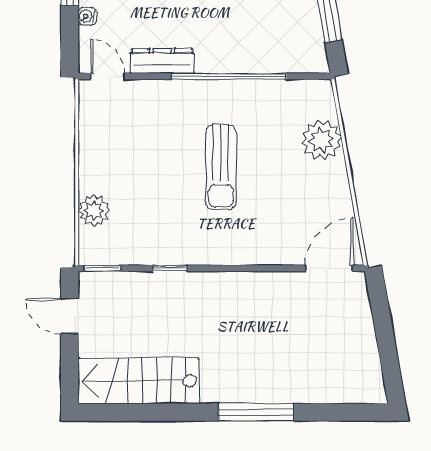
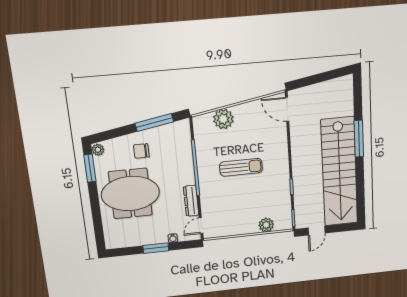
stairs: (139, 381) -> (339, 172), width x1.86, depth x1.51

